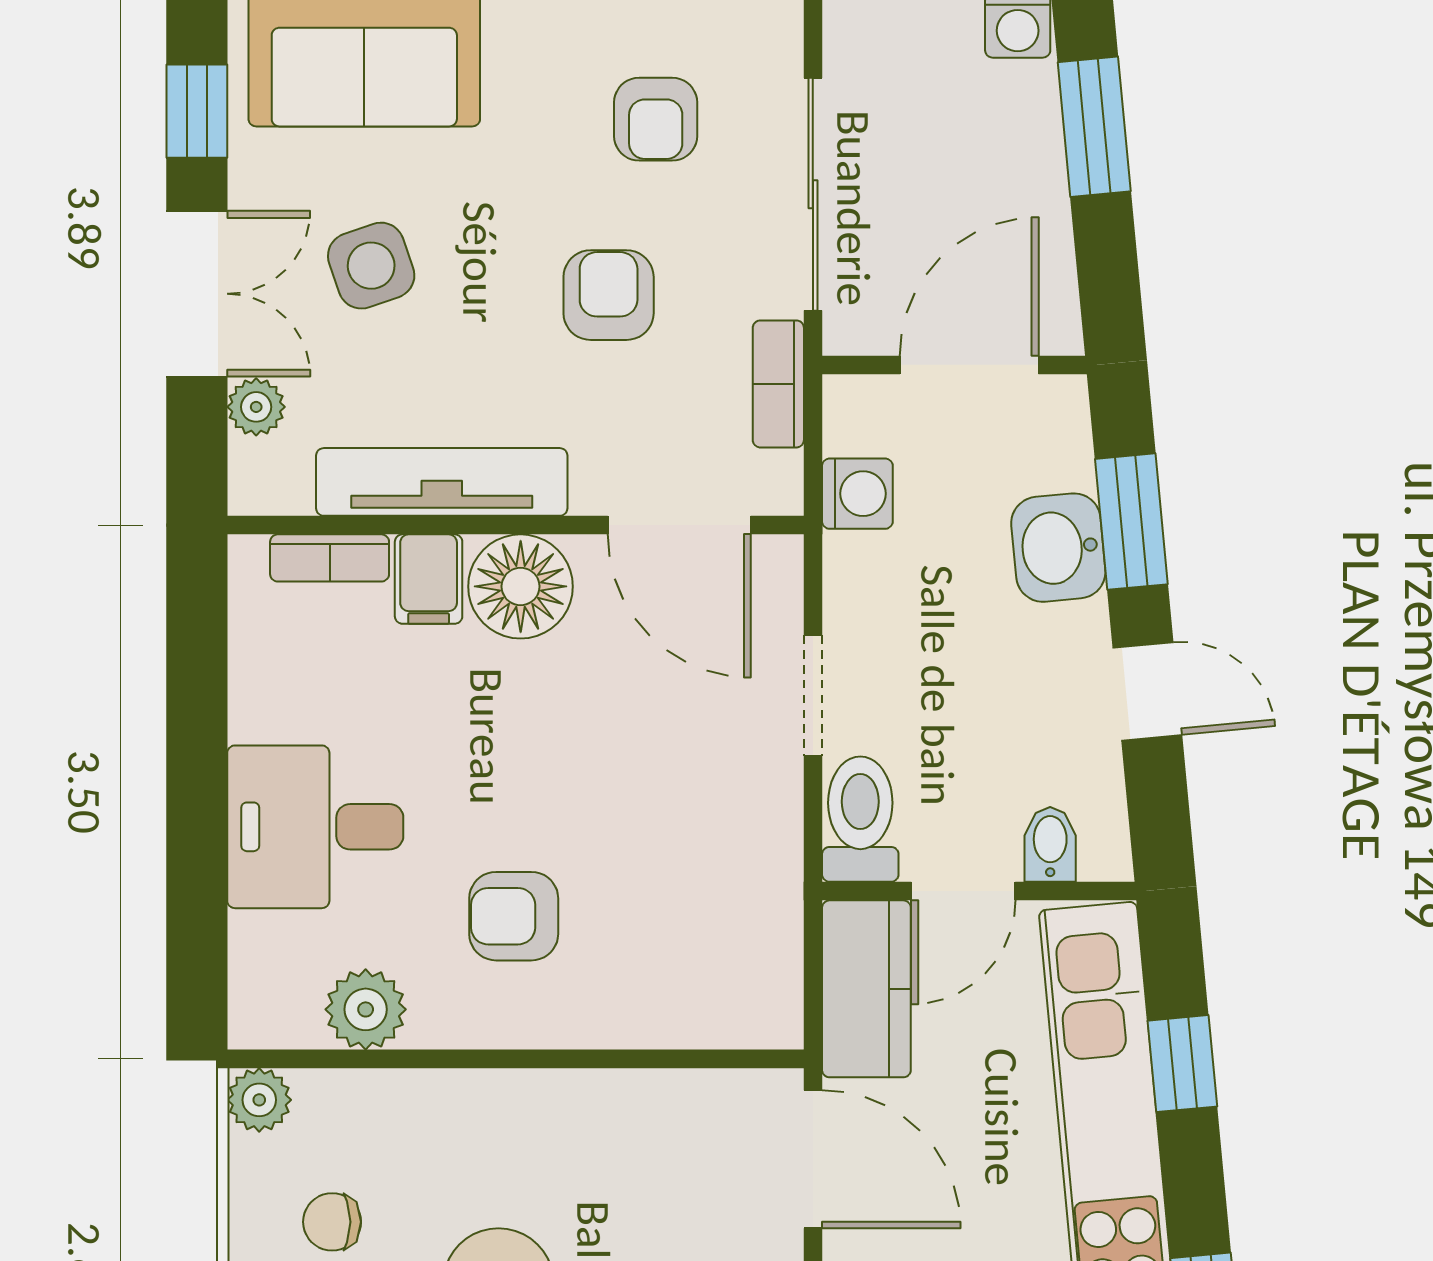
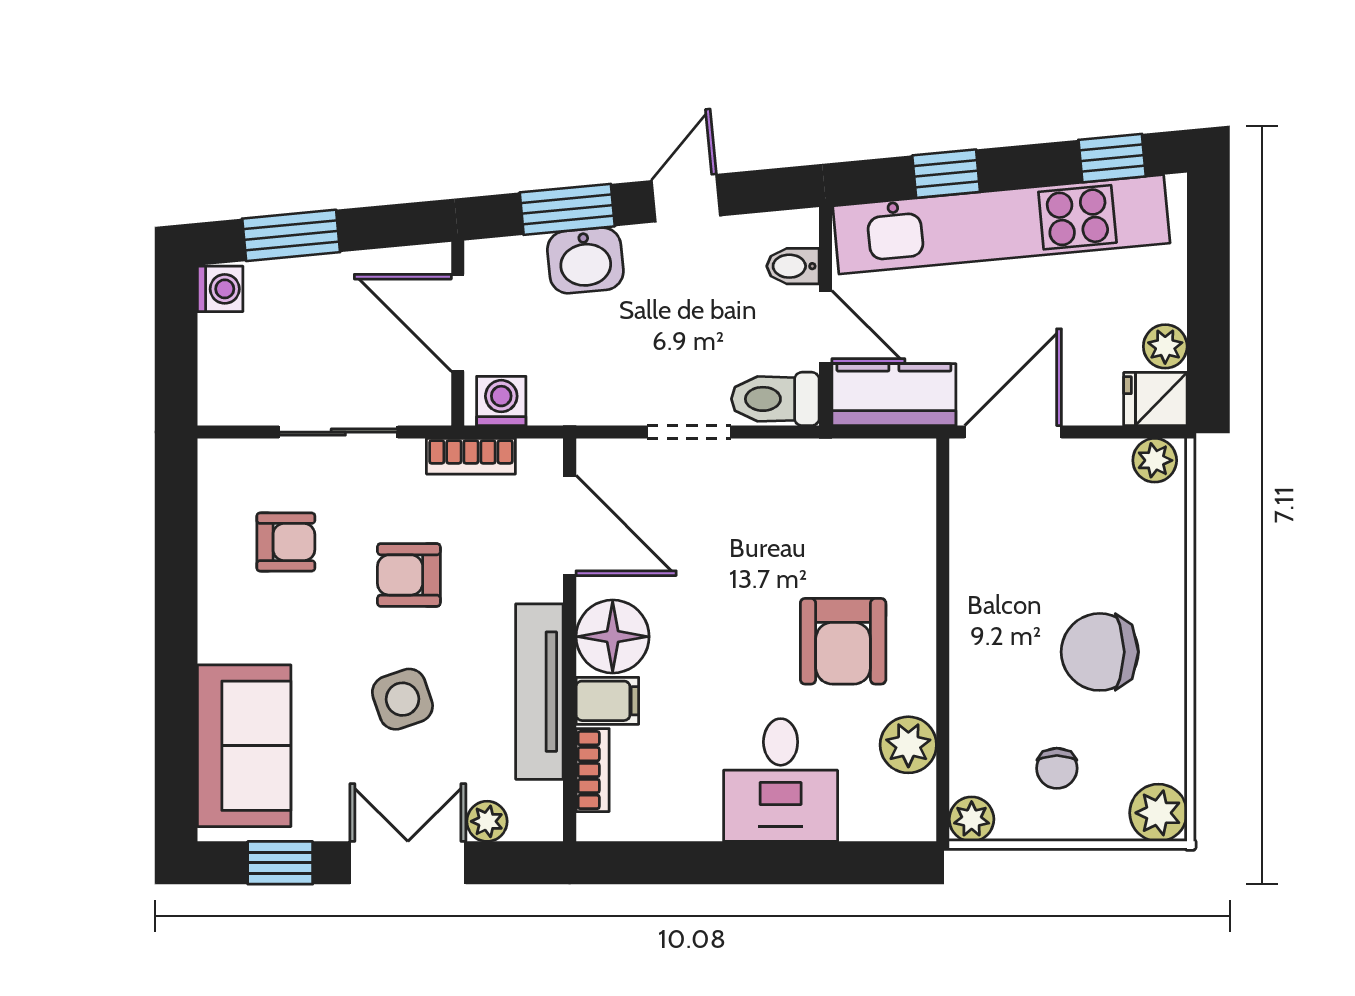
sliding door: (813, 194) -> (338, 432), width x0.73
side table: (371, 266) -> (402, 699), moved
washing machine: (857, 494) -> (501, 401), moved
door: (679, 525) -> (570, 526), hinge flipped
armchair: (514, 916) -> (843, 641), width x1.38, depth x1.38

